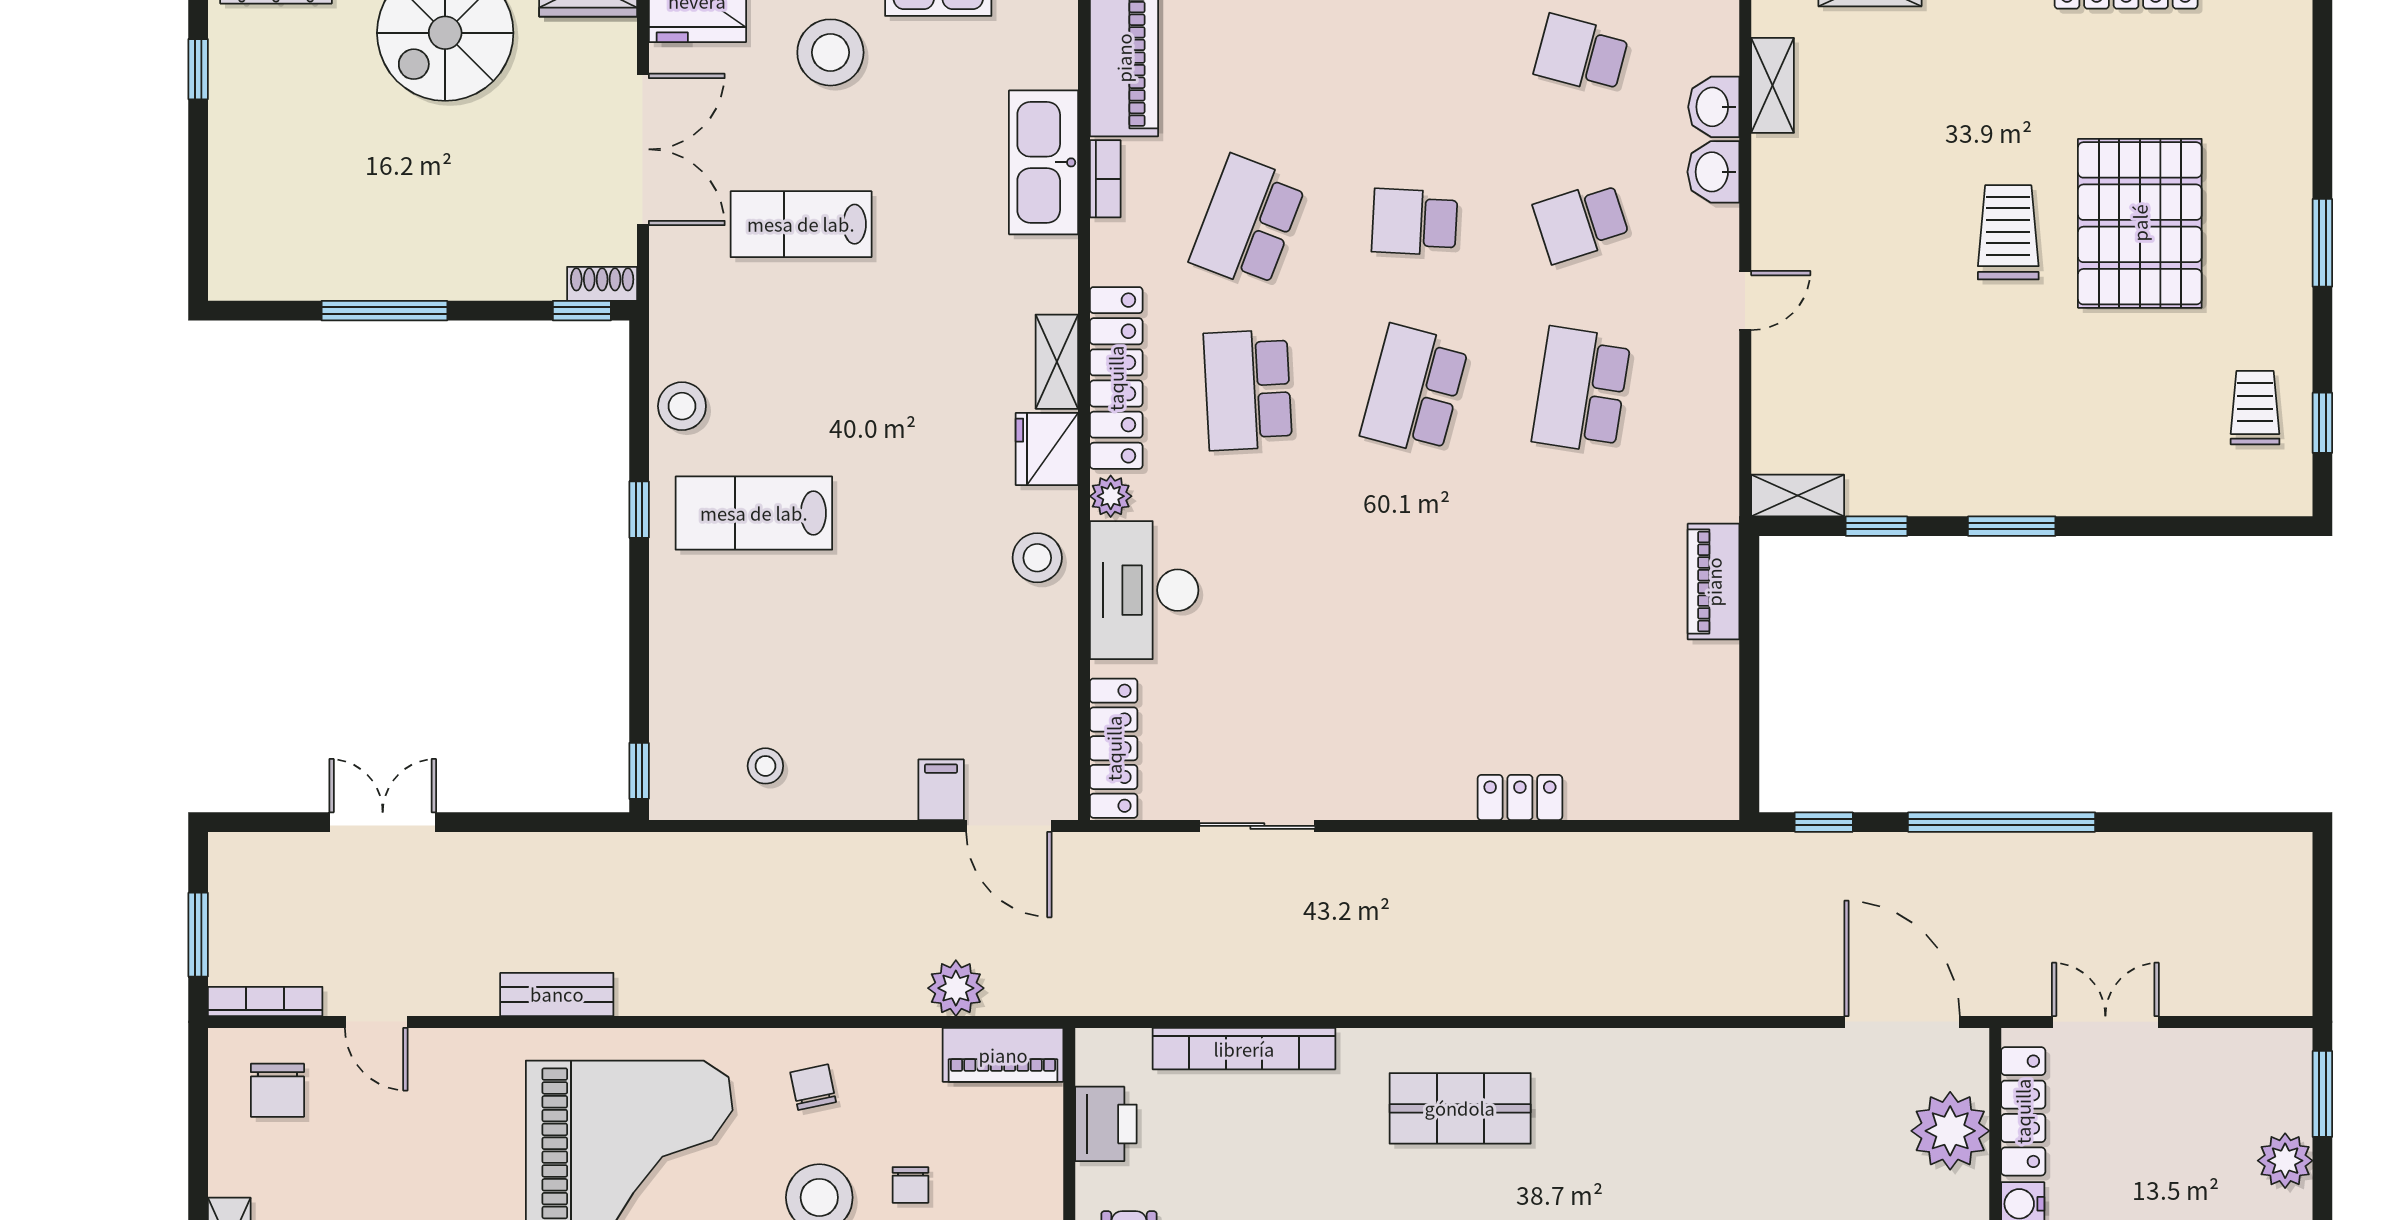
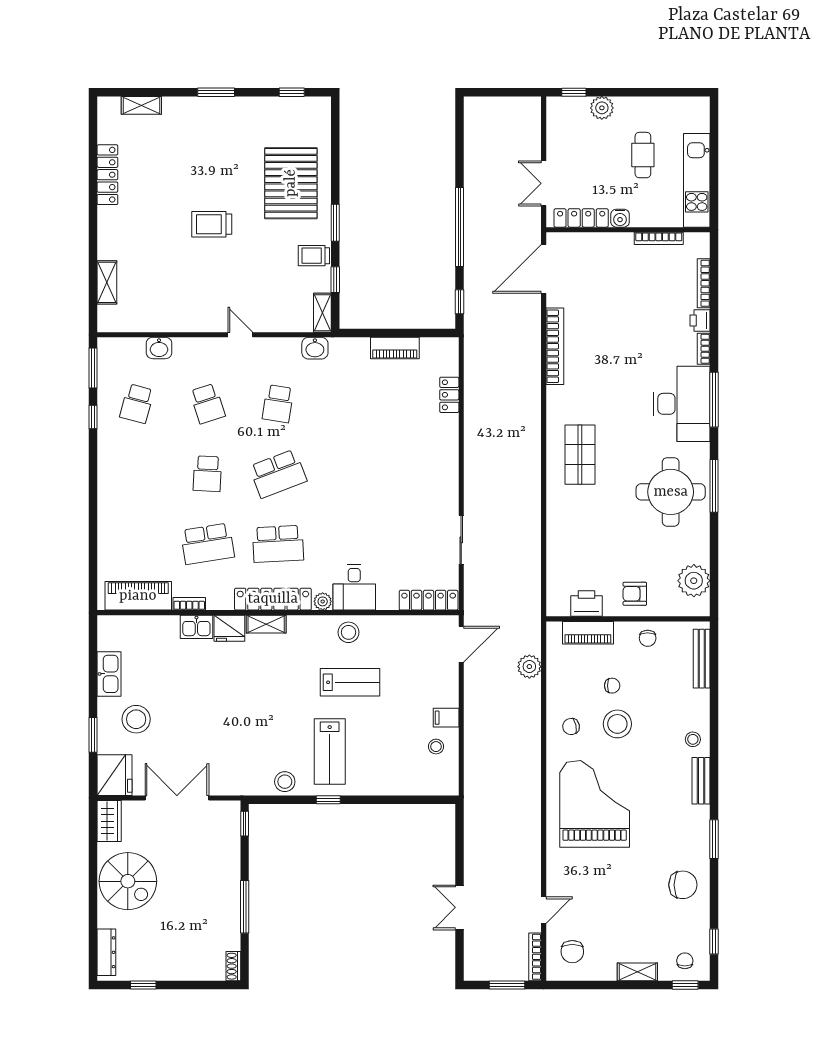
shelving: (1773, 85) -> (141, 105), moved
kitchen sink: (1044, 162) -> (196, 627), width x0.53, depth x0.81
washbasin: (1713, 172) -> (315, 348), moved
school desk: (1248, 222) -> (207, 544), turned -30
pallet: (2140, 223) -> (291, 183), moved, turned 90
lab bench: (801, 224) -> (350, 682), moved, turned -90
shoe rack: (602, 284) -> (233, 966), moved
school desk: (1415, 390) -> (278, 474), turned -36
school desk: (1581, 390) -> (278, 404), width x0.54
trolley: (2255, 408) -> (314, 256), moved
fridge: (1047, 449) -> (229, 628), moved
piano: (1714, 582) -> (395, 348), moved
desk: (1144, 590) -> (354, 587), width x0.73
window: (639, 771) -> (438, 800), removed
filing cabinet: (941, 790) -> (446, 718), moved
locker: (1520, 798) -> (449, 395), moved
bench: (557, 994) -> (532, 834), removed
bookcase: (1244, 1049) -> (555, 346), moved
piano: (1003, 1055) -> (588, 633), moved, turned 90
chair: (277, 1090) -> (572, 952), turned 90
window: (2322, 1094) -> (574, 92), width x0.67
plant: (1950, 1131) -> (589, 249), removed

